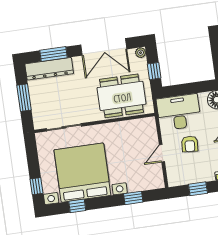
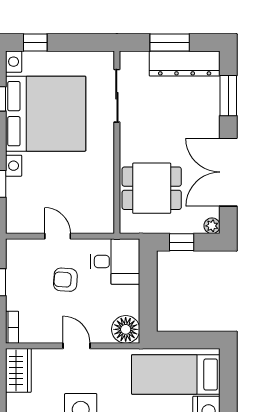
dresser: (49, 69) -> (185, 64), moved, turned -90
dining table: (122, 96) -> (152, 188), width x0.73
desk: (179, 112) -> (115, 262), width x0.73

